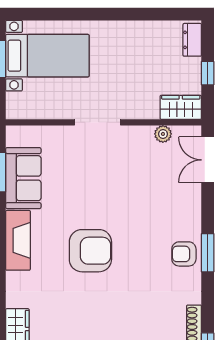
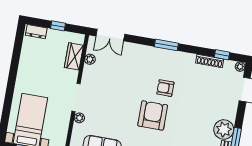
wardrobe: (181, 107) -> (74, 56), moved
plant: (66, 134) -> (79, 118), added
armchair: (184, 254) -> (165, 88), moved, turned 90

